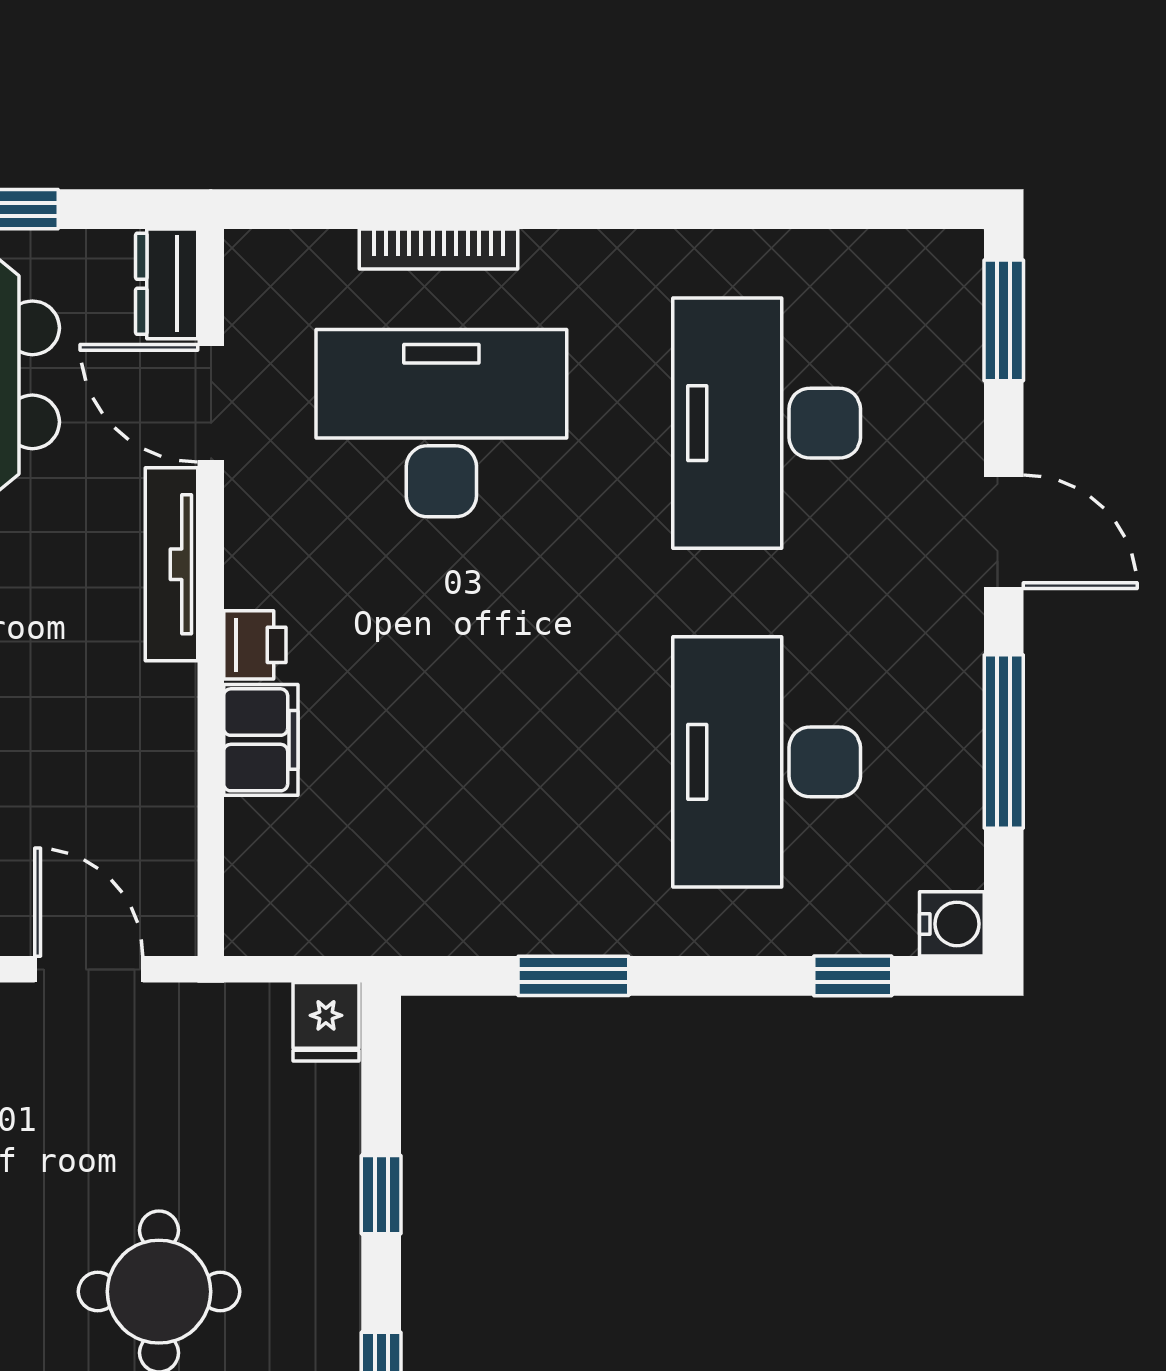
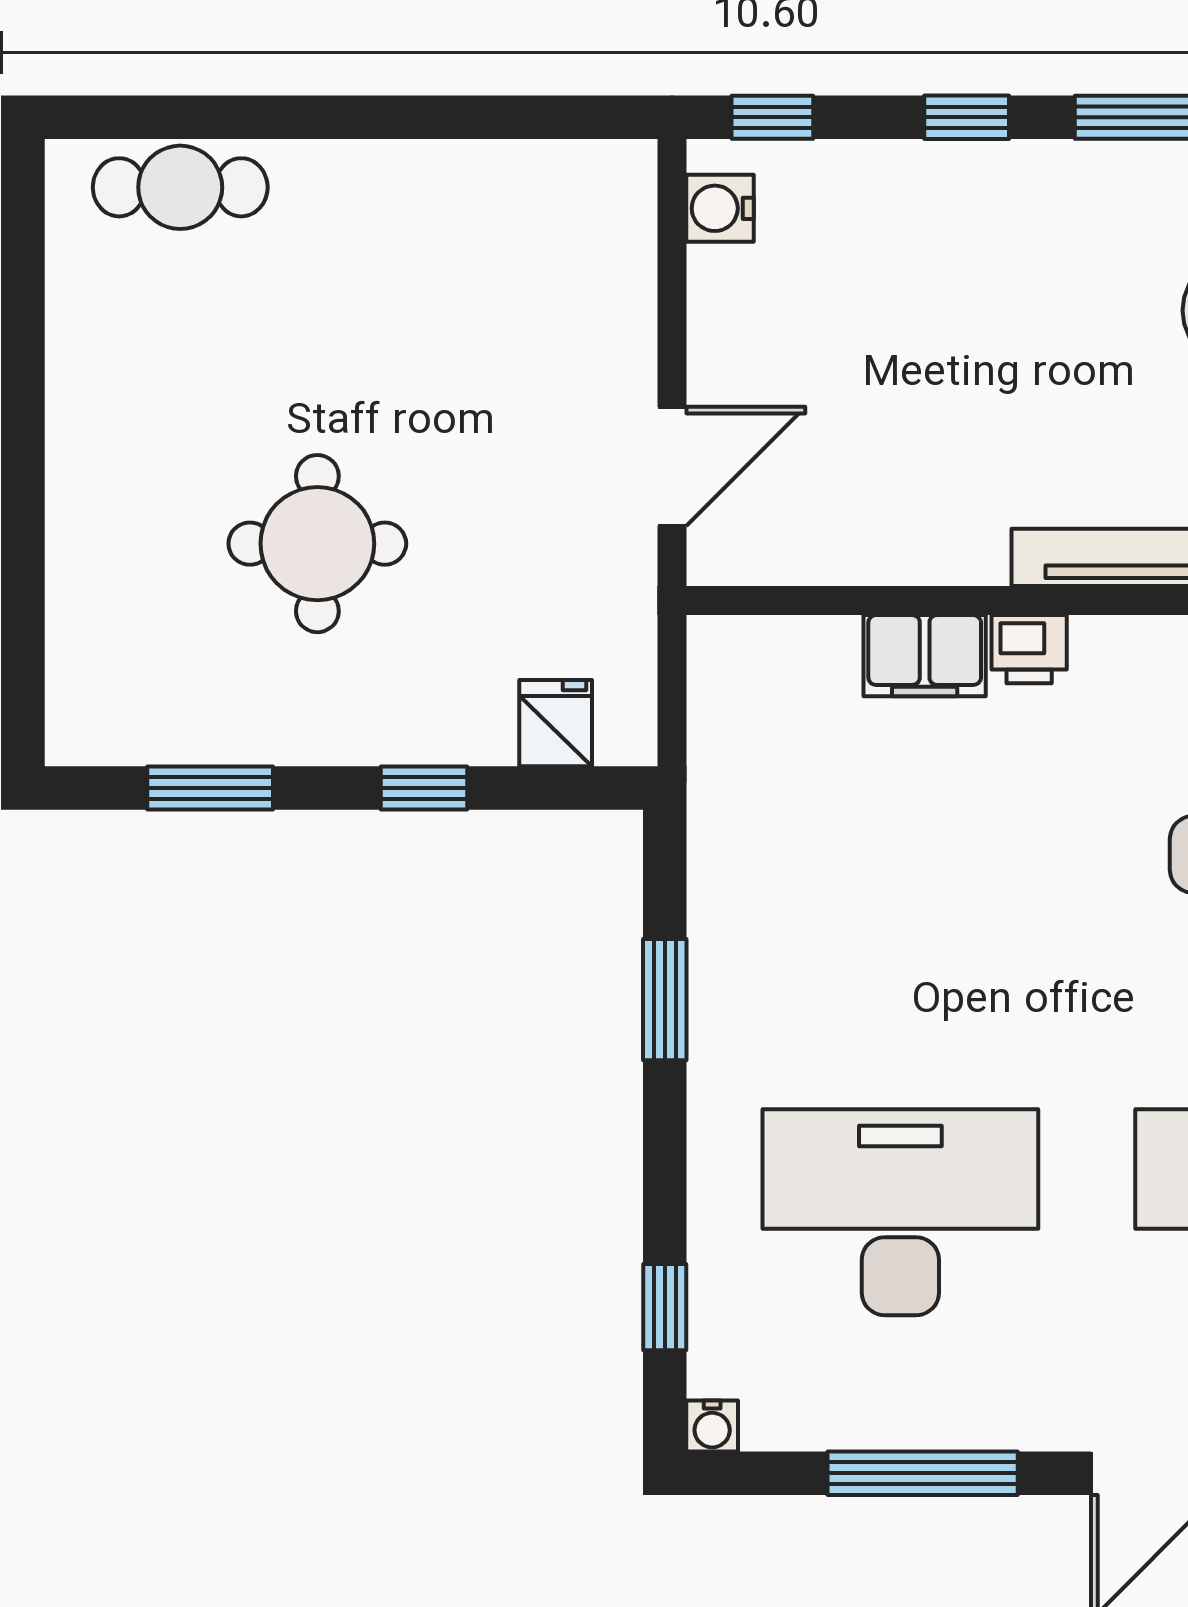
water cooler: (952, 924) -> (712, 1426), width x0.72, depth x0.72
fridge: (326, 1022) -> (556, 723), moved, turned 90

